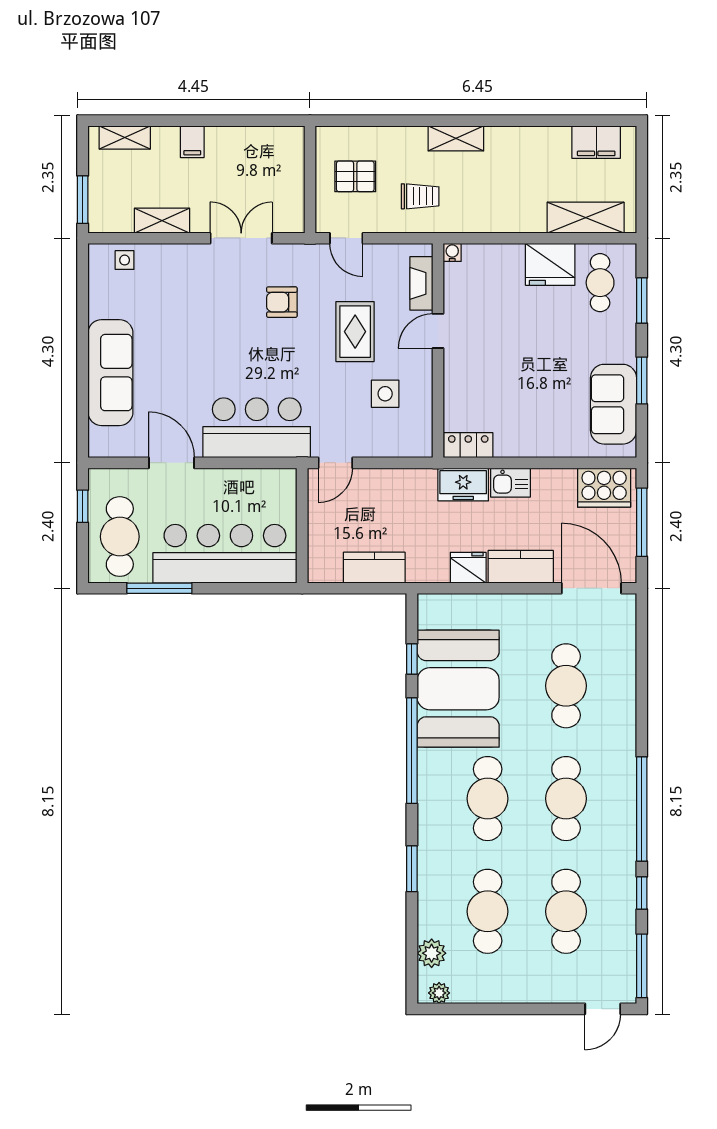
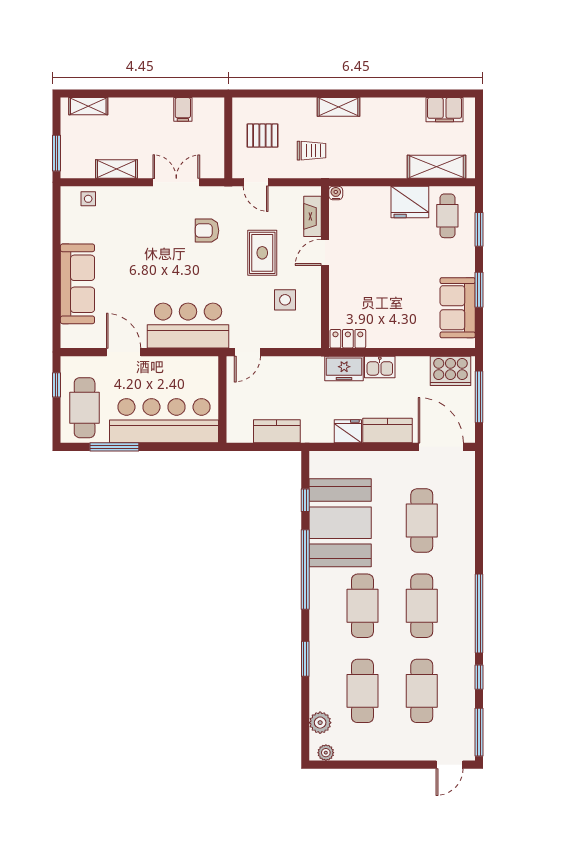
filing cabinet: (192, 142) -> (183, 109), moved

